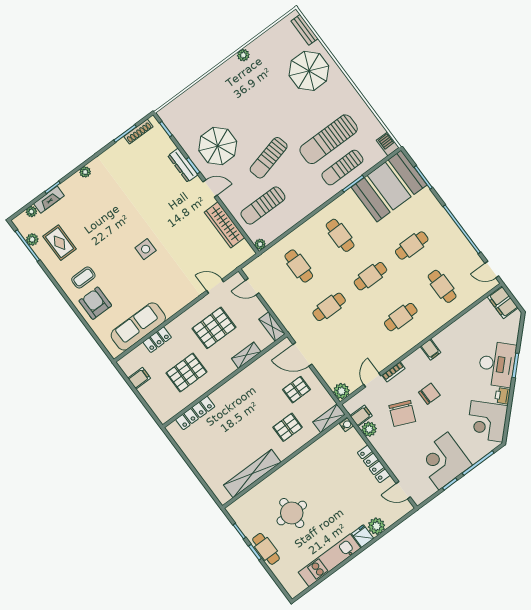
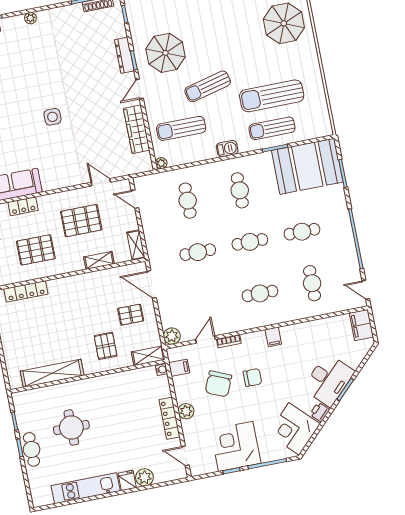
barbecue: (388, 144) -> (227, 149), moved, turned 90
door: (210, 189) -> (139, 89), swing flipped
pallet: (288, 427) -> (106, 346), turned 90
plant: (369, 429) -> (186, 411), moved

